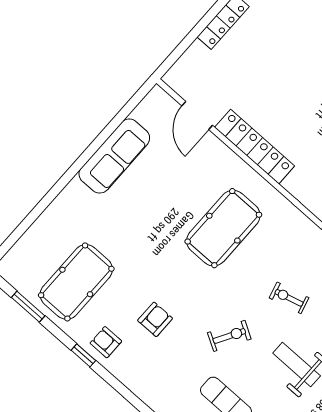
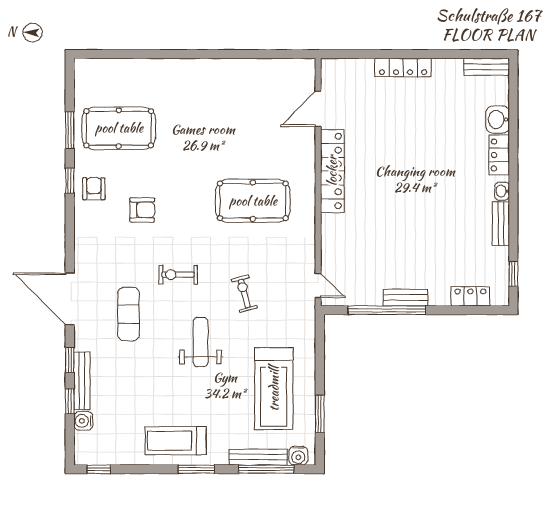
sofa: (114, 156) -> (235, 75), removed
window: (28, 307) -> (70, 130), moved
exercise bike: (229, 336) -> (178, 275), turned 150

